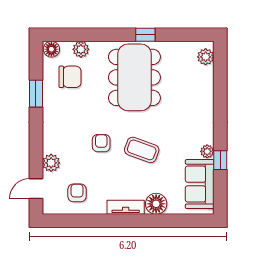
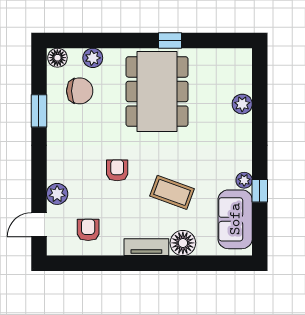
plant: (206, 57) -> (242, 104), moved
coffee table: (142, 150) -> (172, 192), moved

